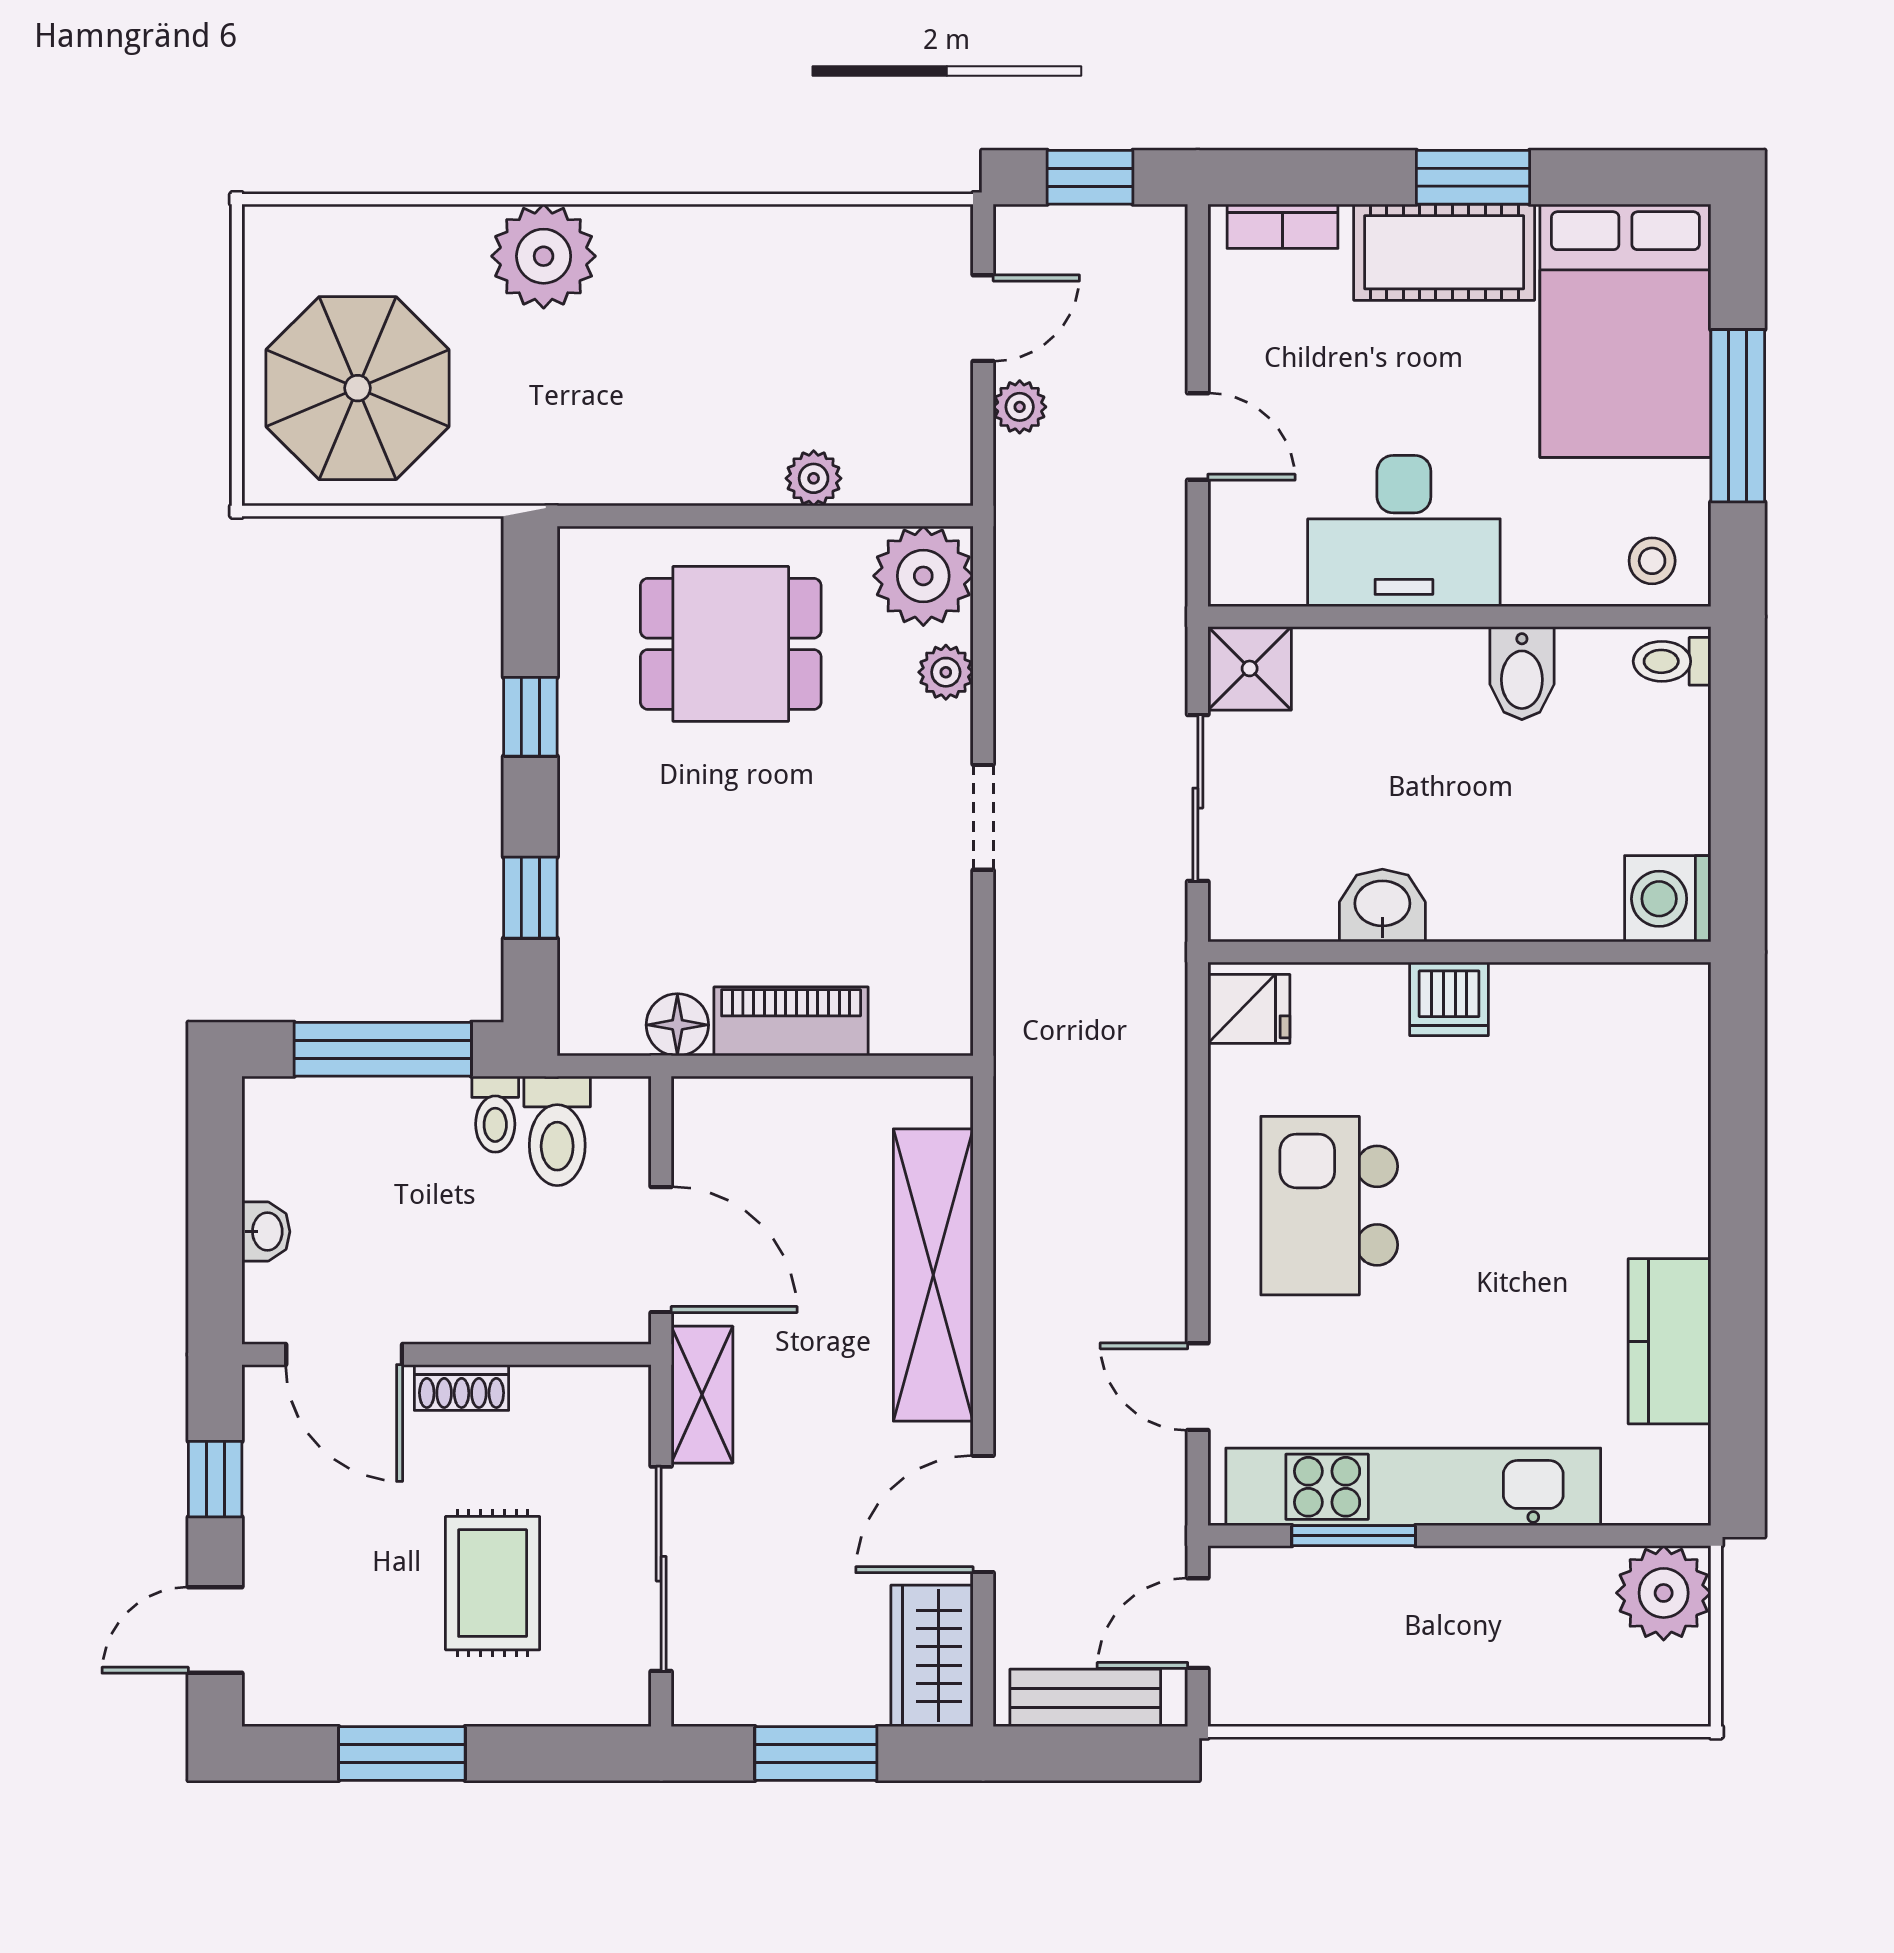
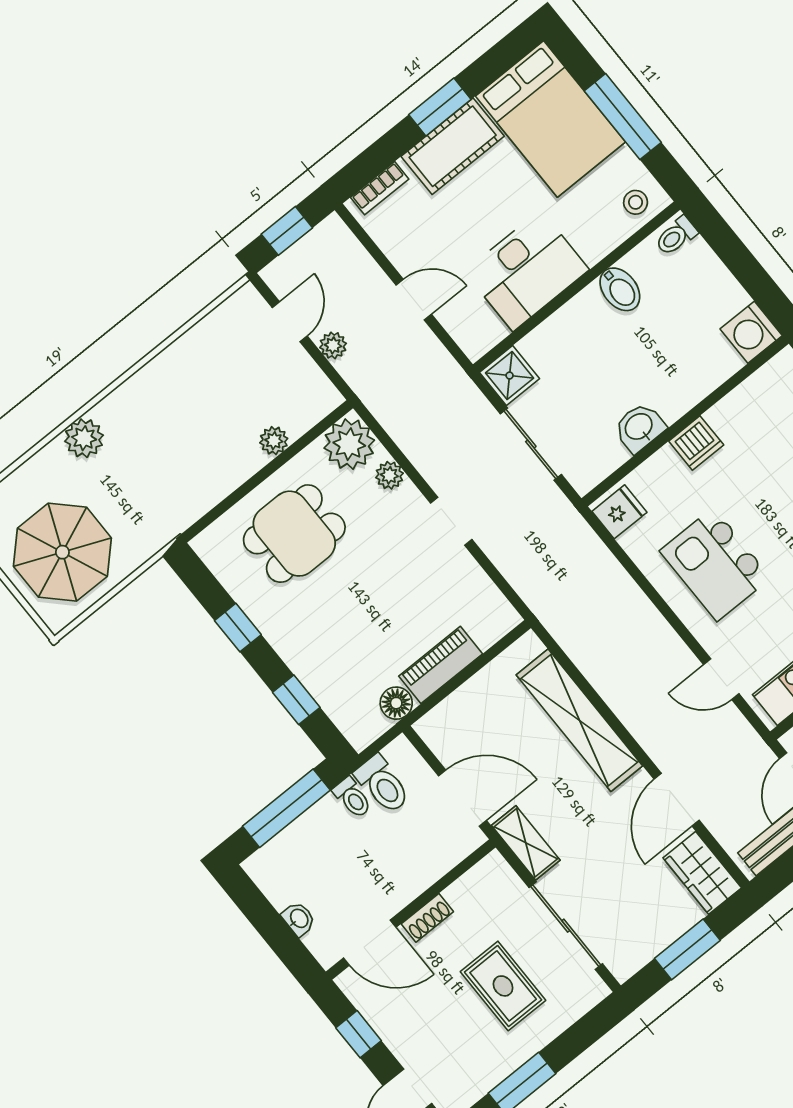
plant: (544, 256) -> (84, 438), width x0.73, depth x0.73

